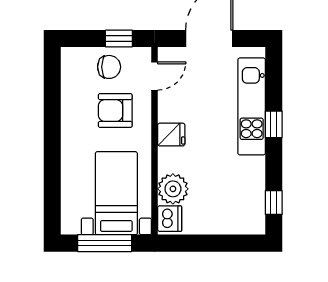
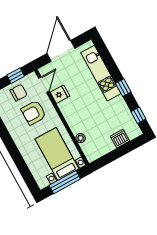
window: (274, 124) -> (123, 88), moved
fridge: (171, 135) -> (60, 94), moved
plant: (173, 189) -> (81, 138), width x0.53, depth x0.53
dishwasher: (170, 219) -> (120, 139), moved, turned -90

